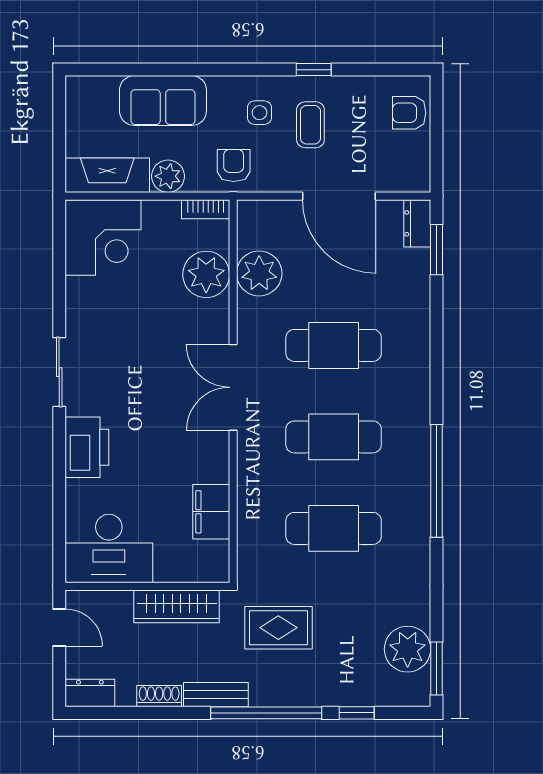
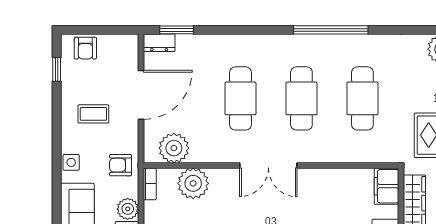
window: (314, 70) -> (57, 69), moved
side table: (259, 113) -> (71, 162), moved
plant: (259, 273) -> (174, 148), moved
filing cabinet: (211, 512) -> (386, 186), moved, turned 90

